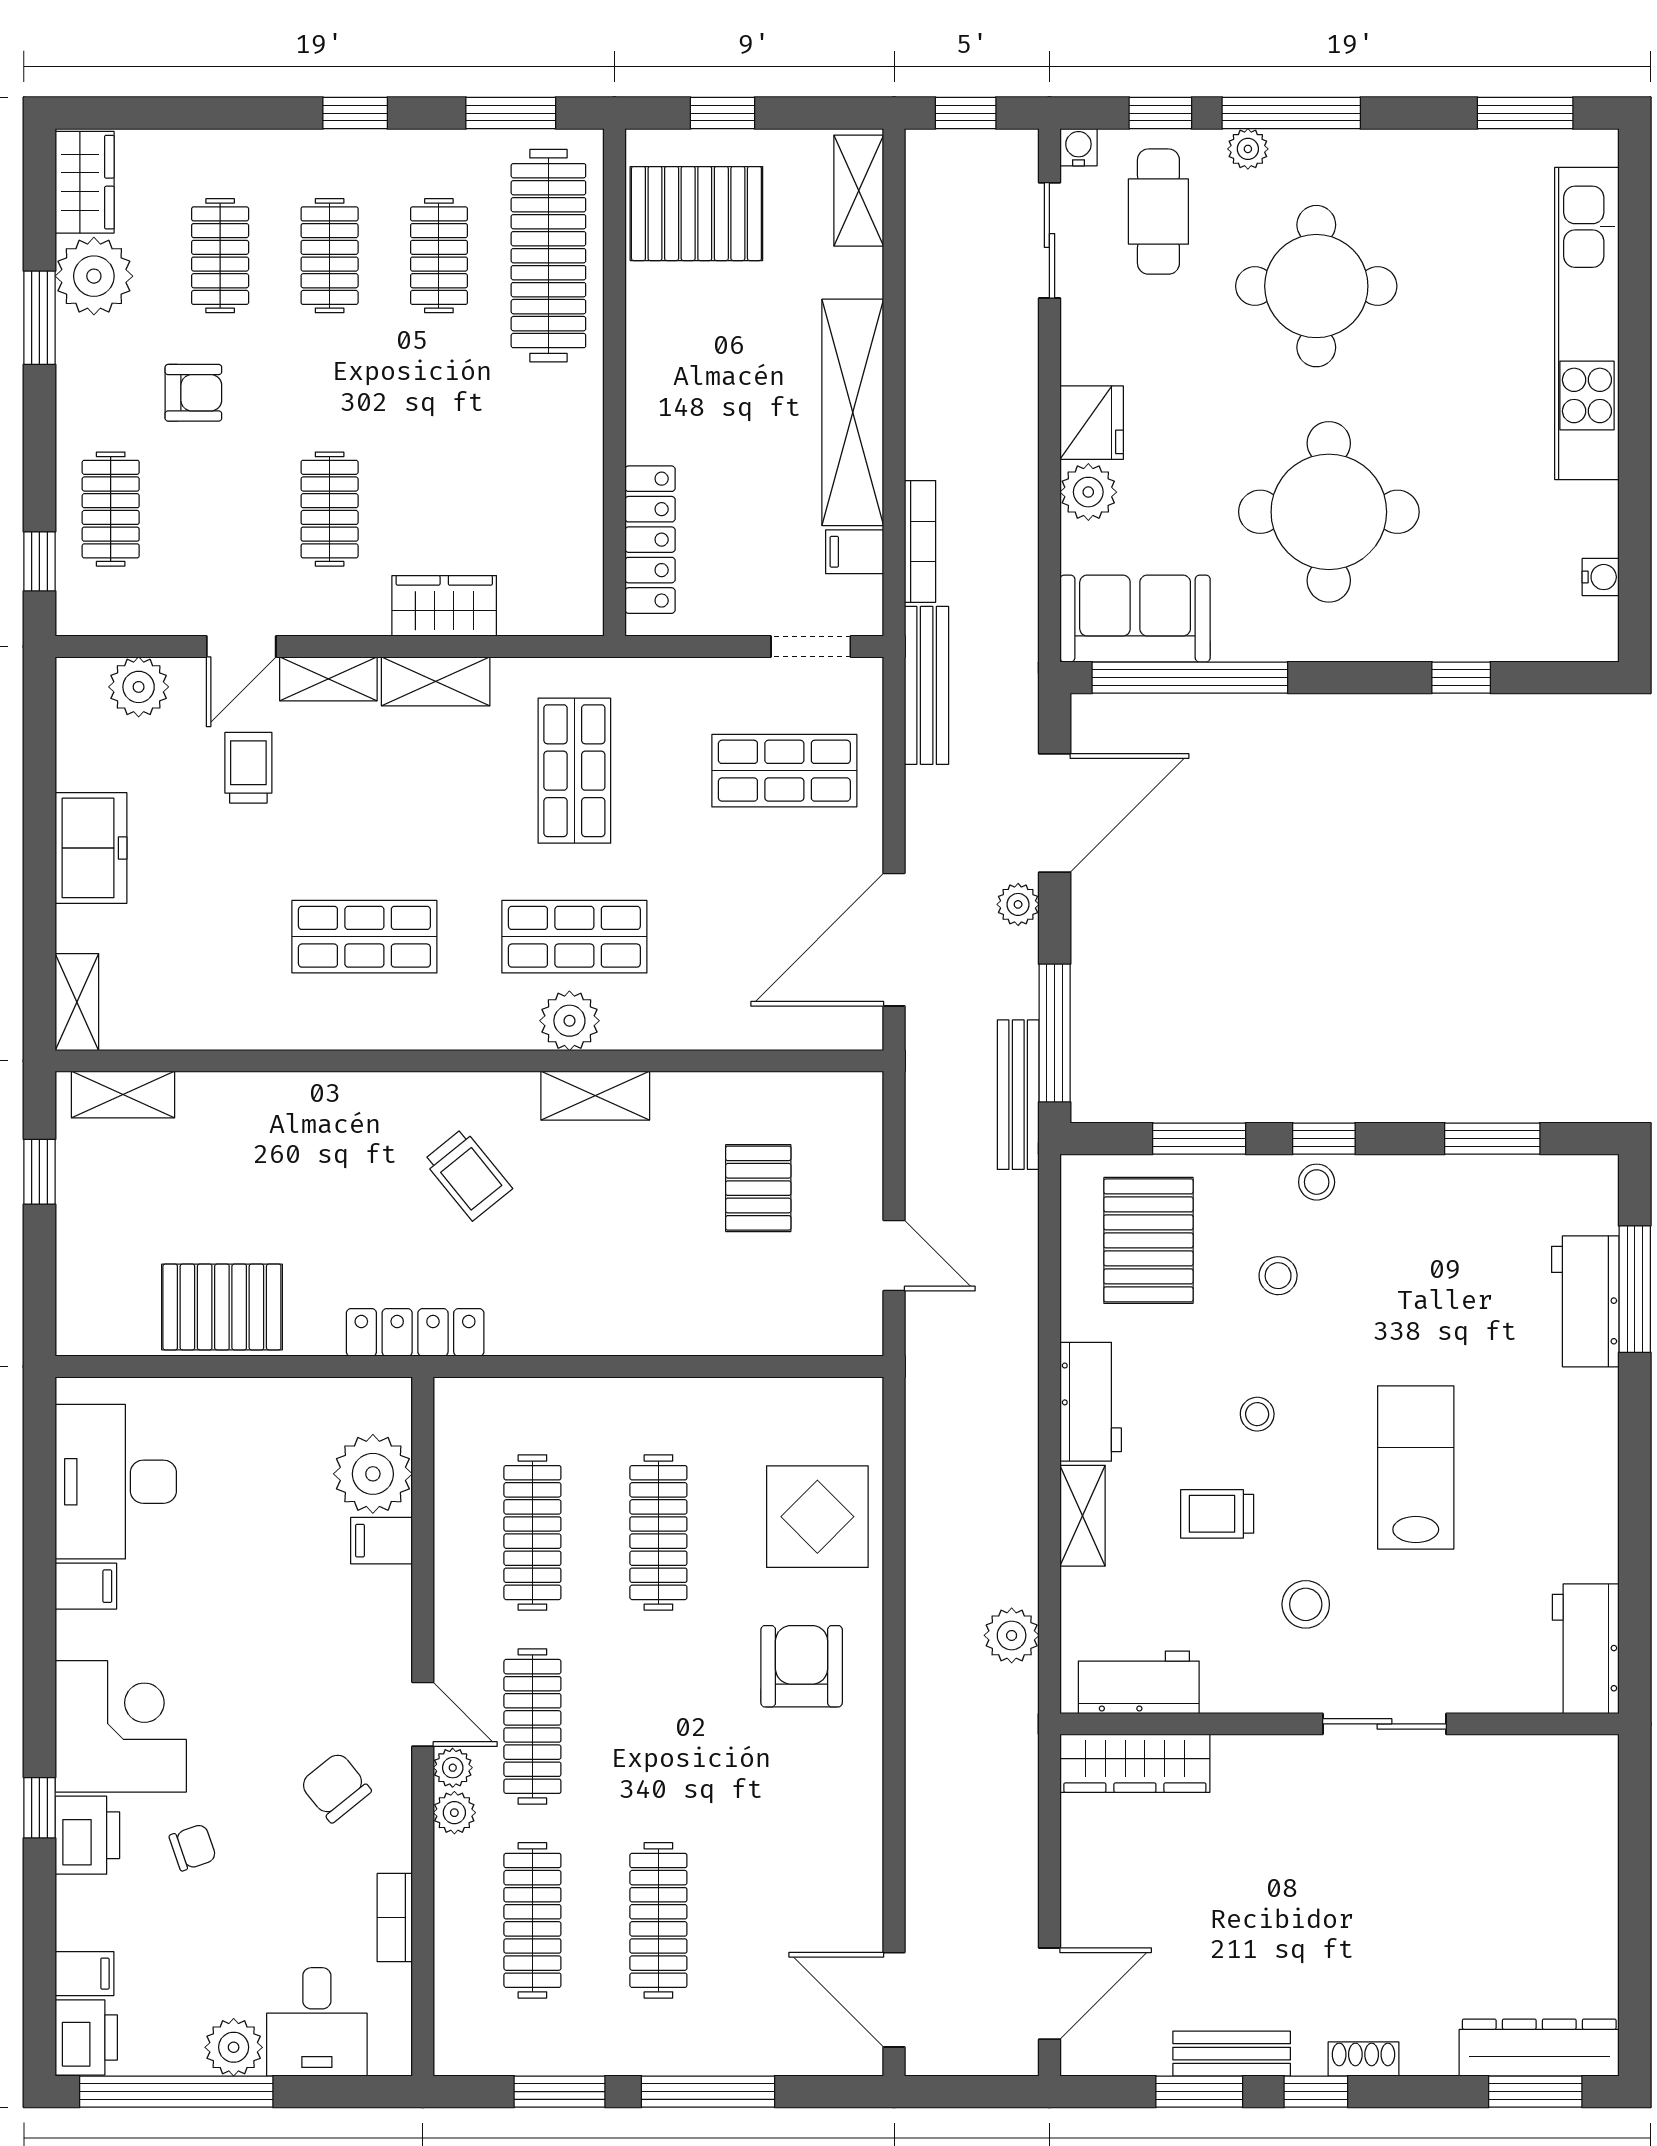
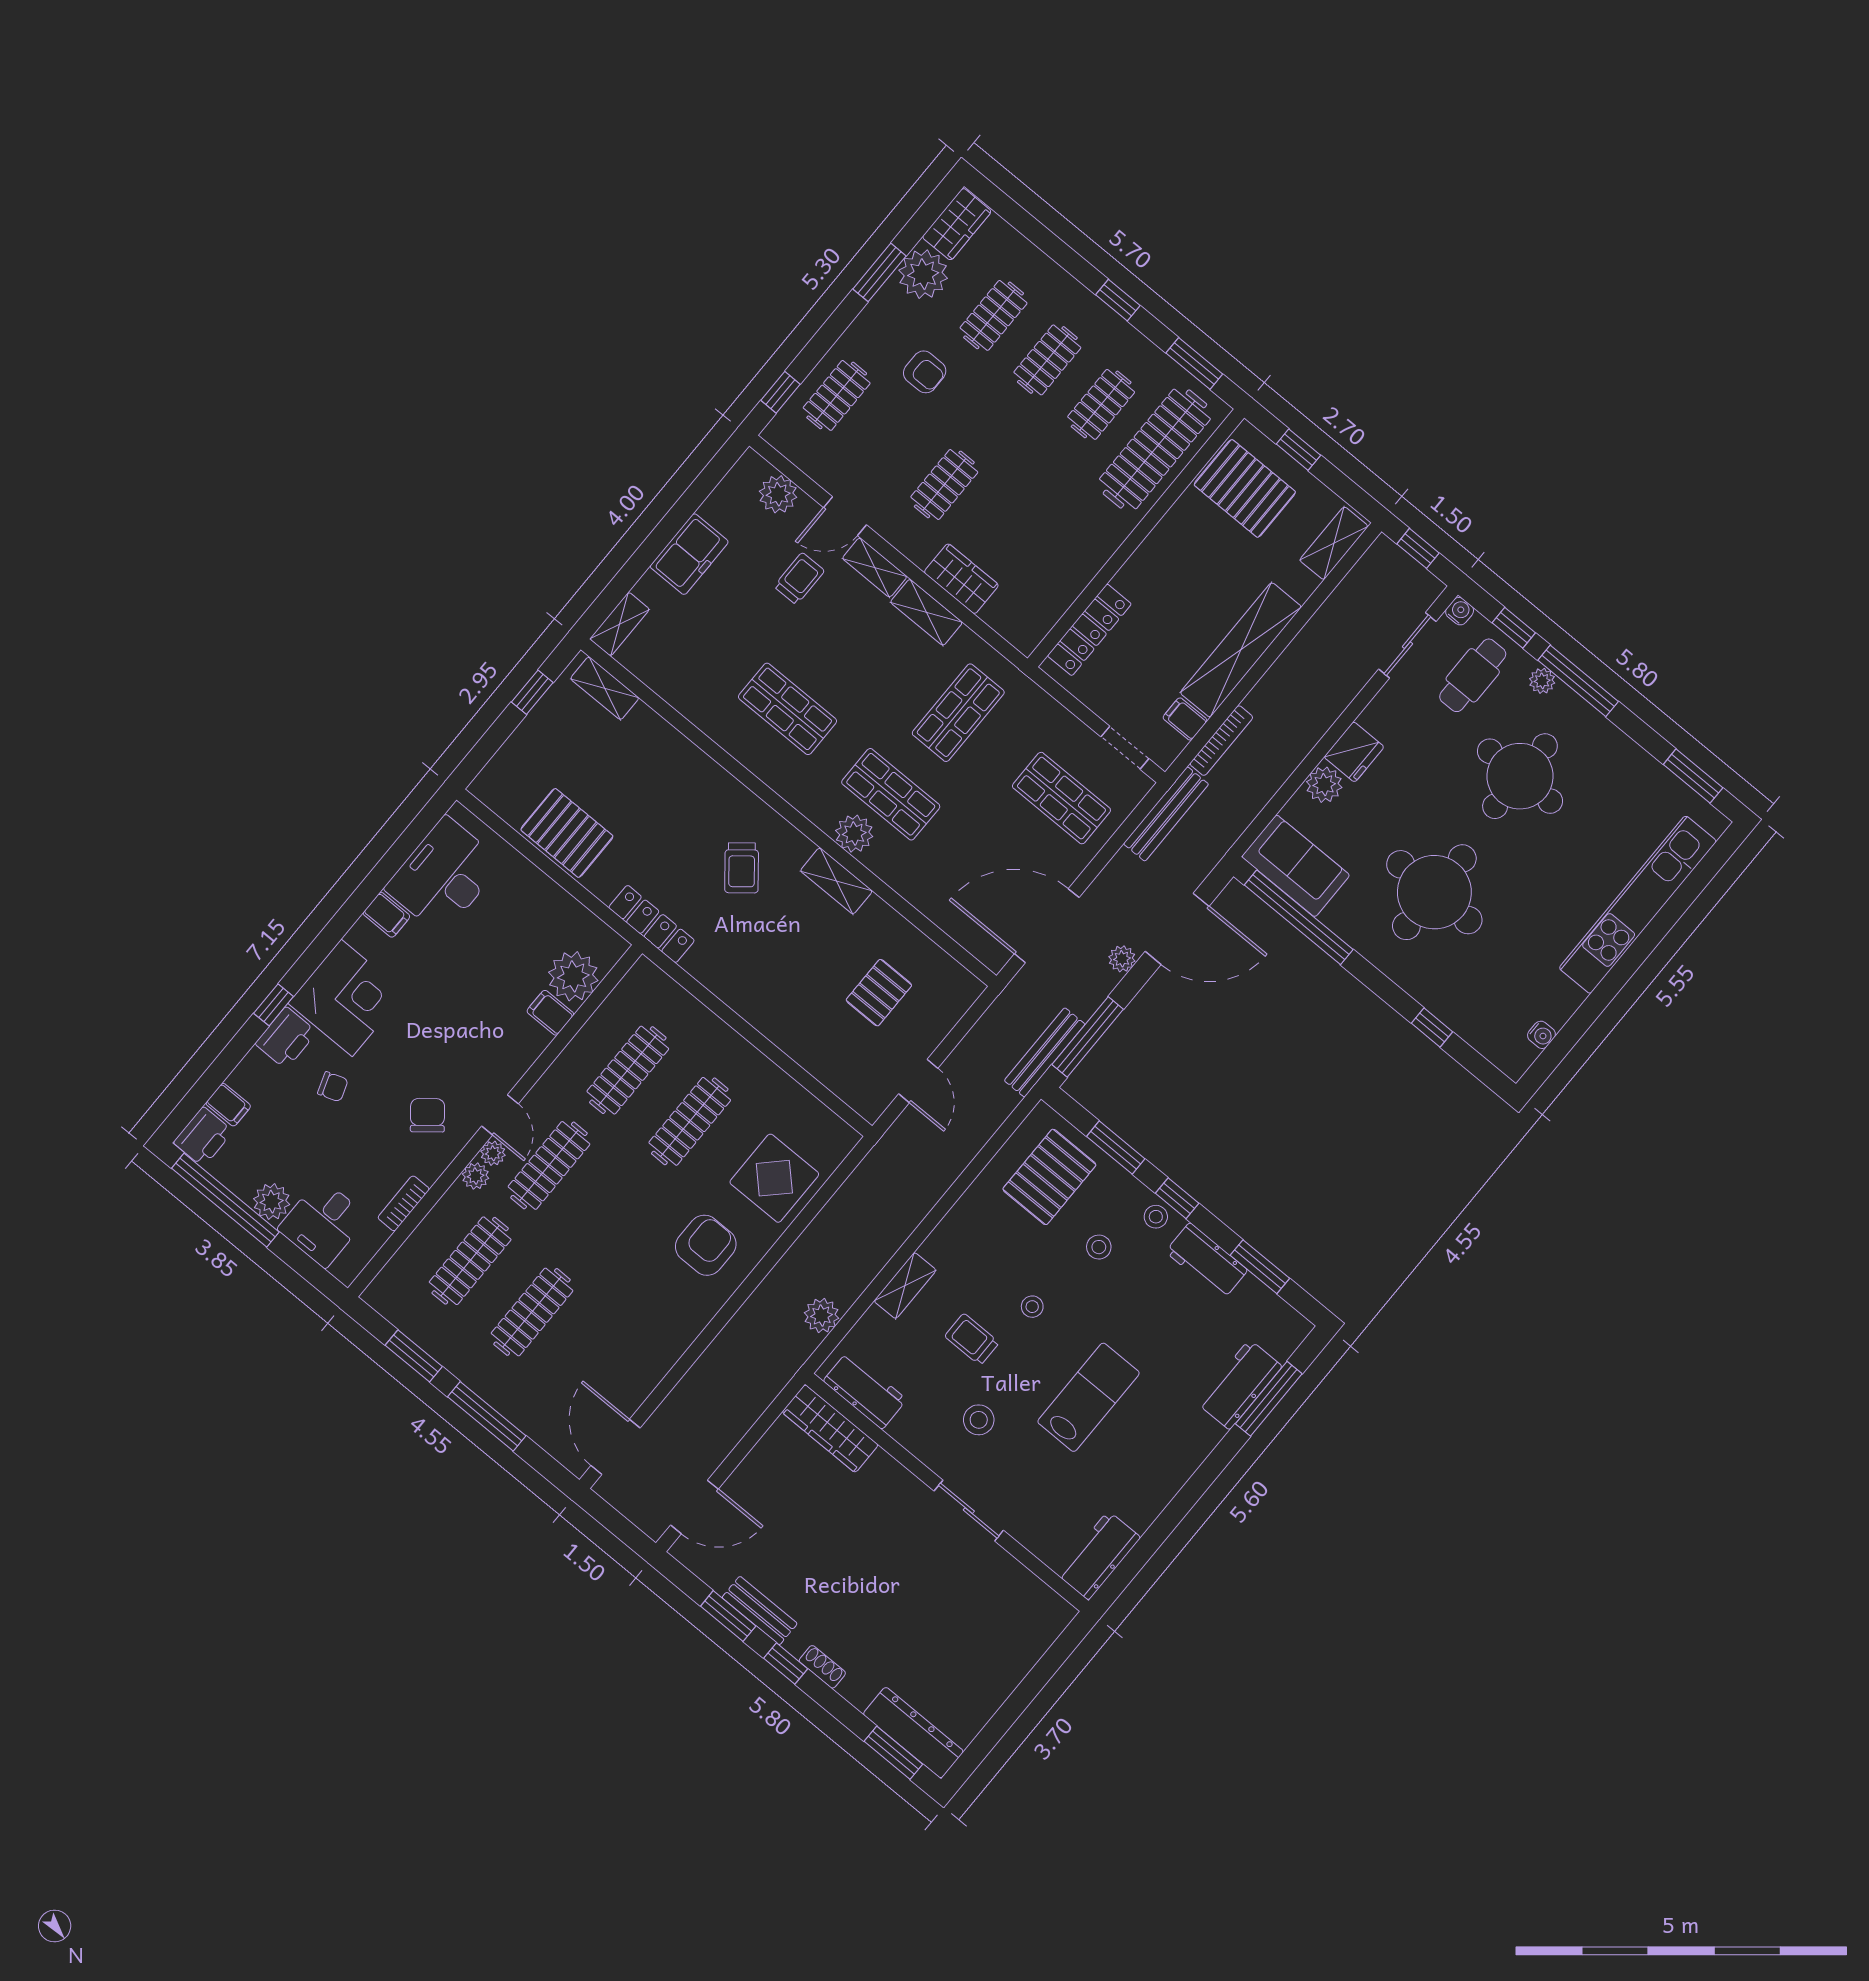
workbench: (1091, 1402) -> (1207, 1261), moved, turned 90

